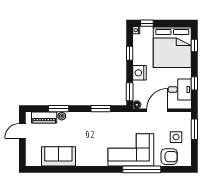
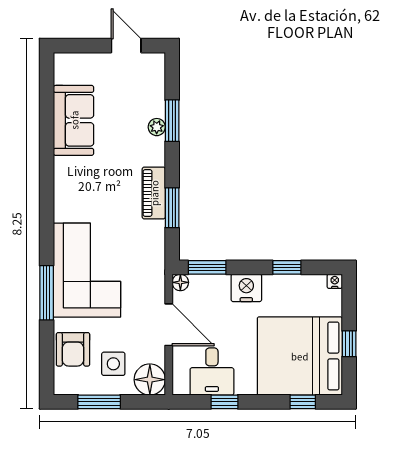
window: (147, 23) -> (349, 344), moved
piano: (44, 118) -> (154, 193), moved
floor lamp: (184, 119) -> (150, 380), added
window: (194, 129) -> (99, 402), moved
window: (142, 169) -> (47, 293), width x0.68

